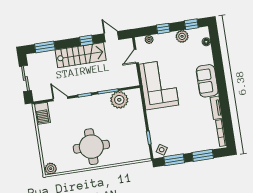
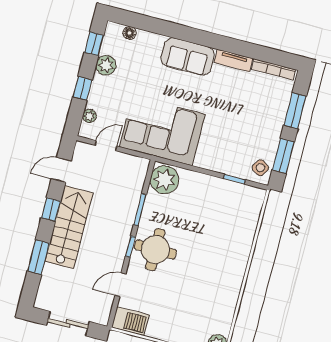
window: (45, 47) -> (38, 257), moved
door: (136, 56) -> (106, 146), swing flipped
plant: (119, 100) -> (164, 180), moved
round table: (91, 147) -> (155, 249), moved, width x0.73, depth x0.73

